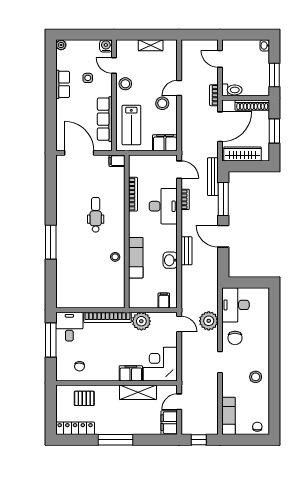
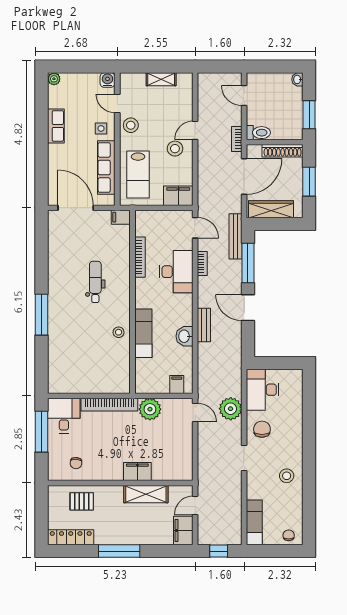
side table: (88, 78) -> (101, 128), moved
chair: (235, 338) -> (262, 429), turned 180
corner desk: (160, 364) -> (173, 460), removed

